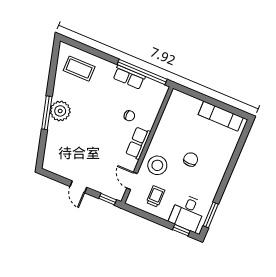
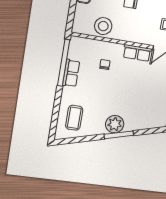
row of seats: (138, 143) -> (137, 53), moved
stool: (157, 165) -> (103, 26), moved

